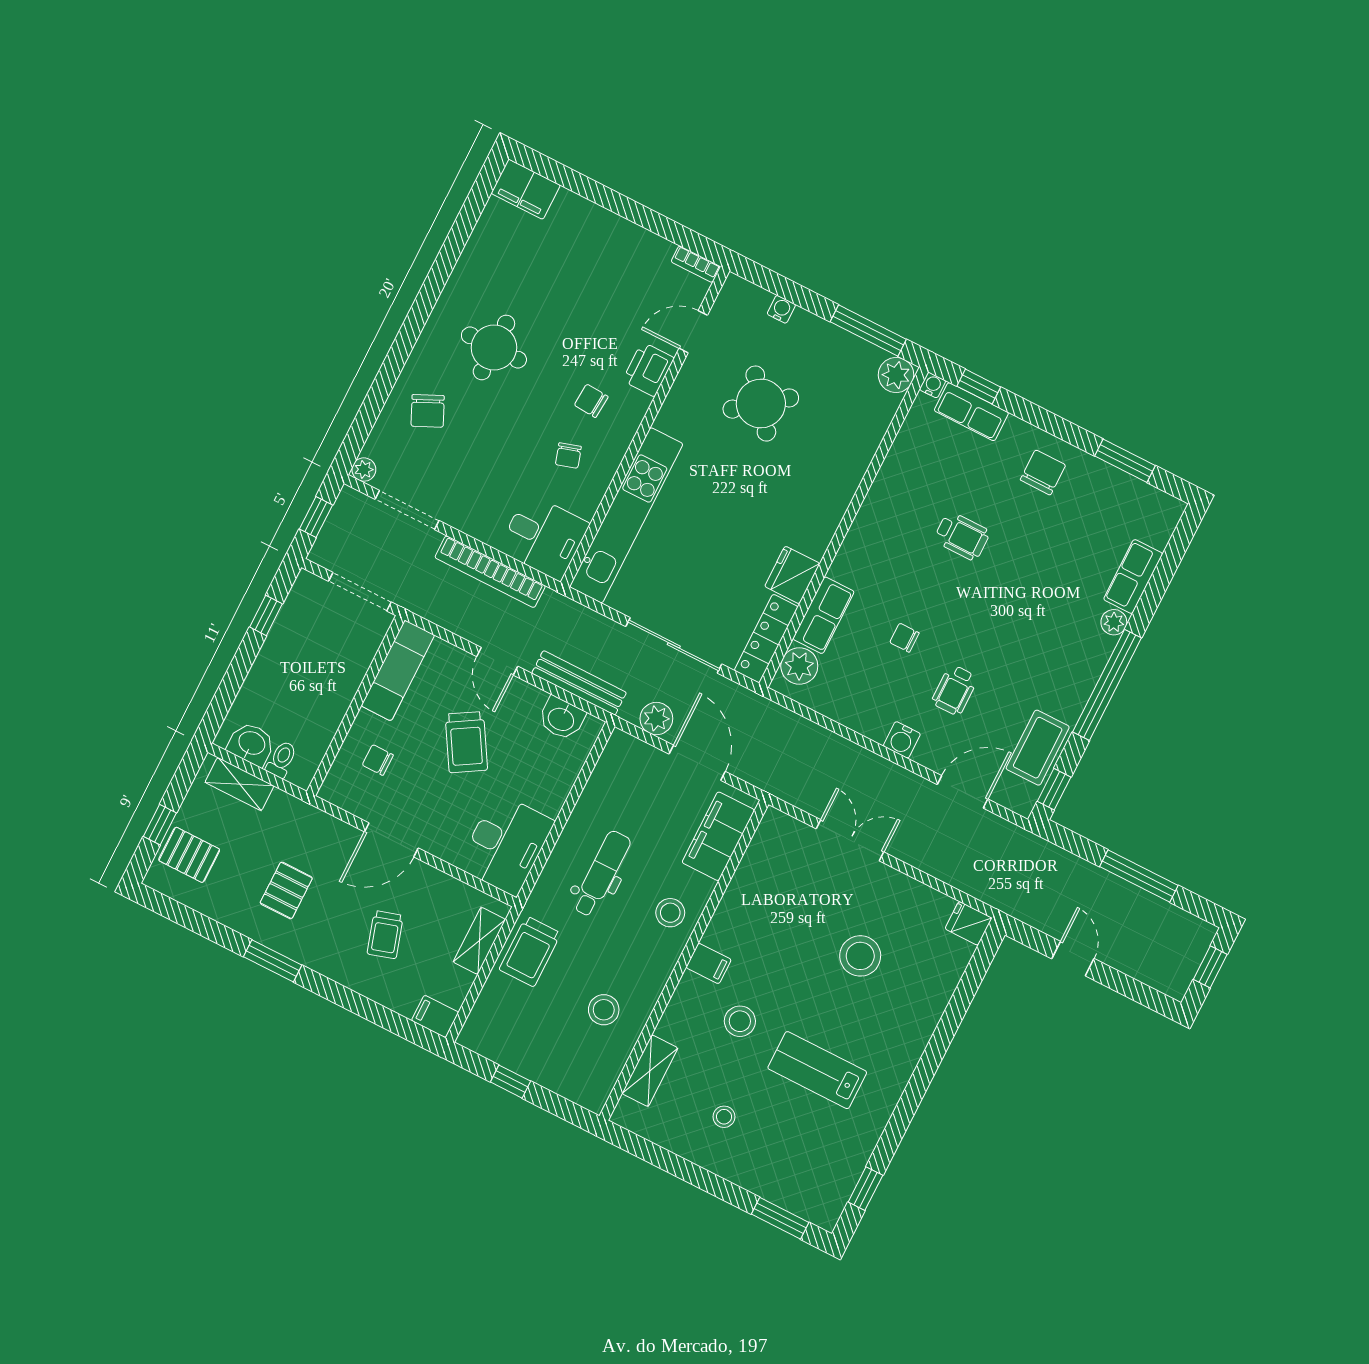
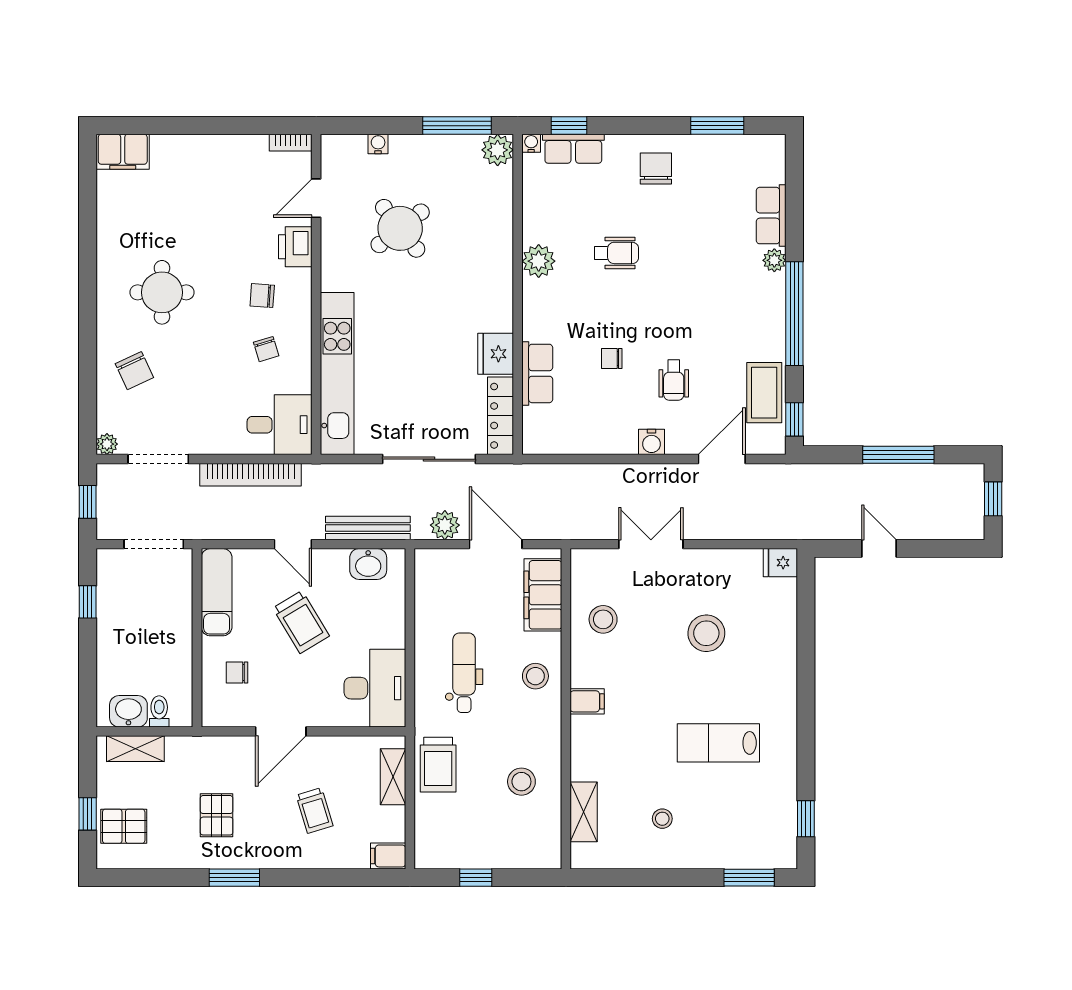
plant: (799, 666) -> (539, 261), moved
stool: (740, 1021) -> (603, 619), moved

